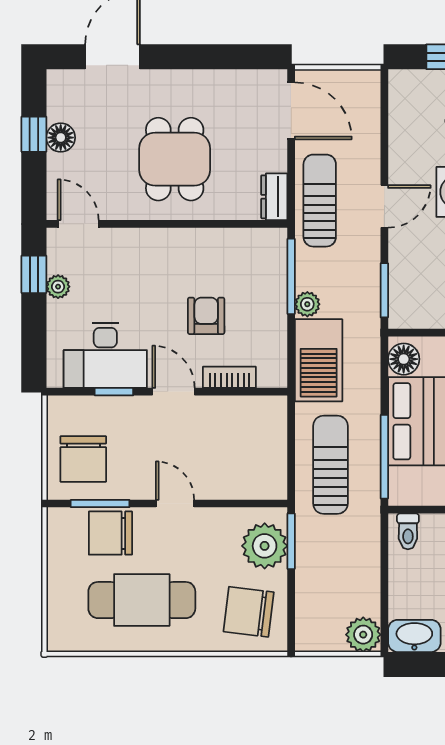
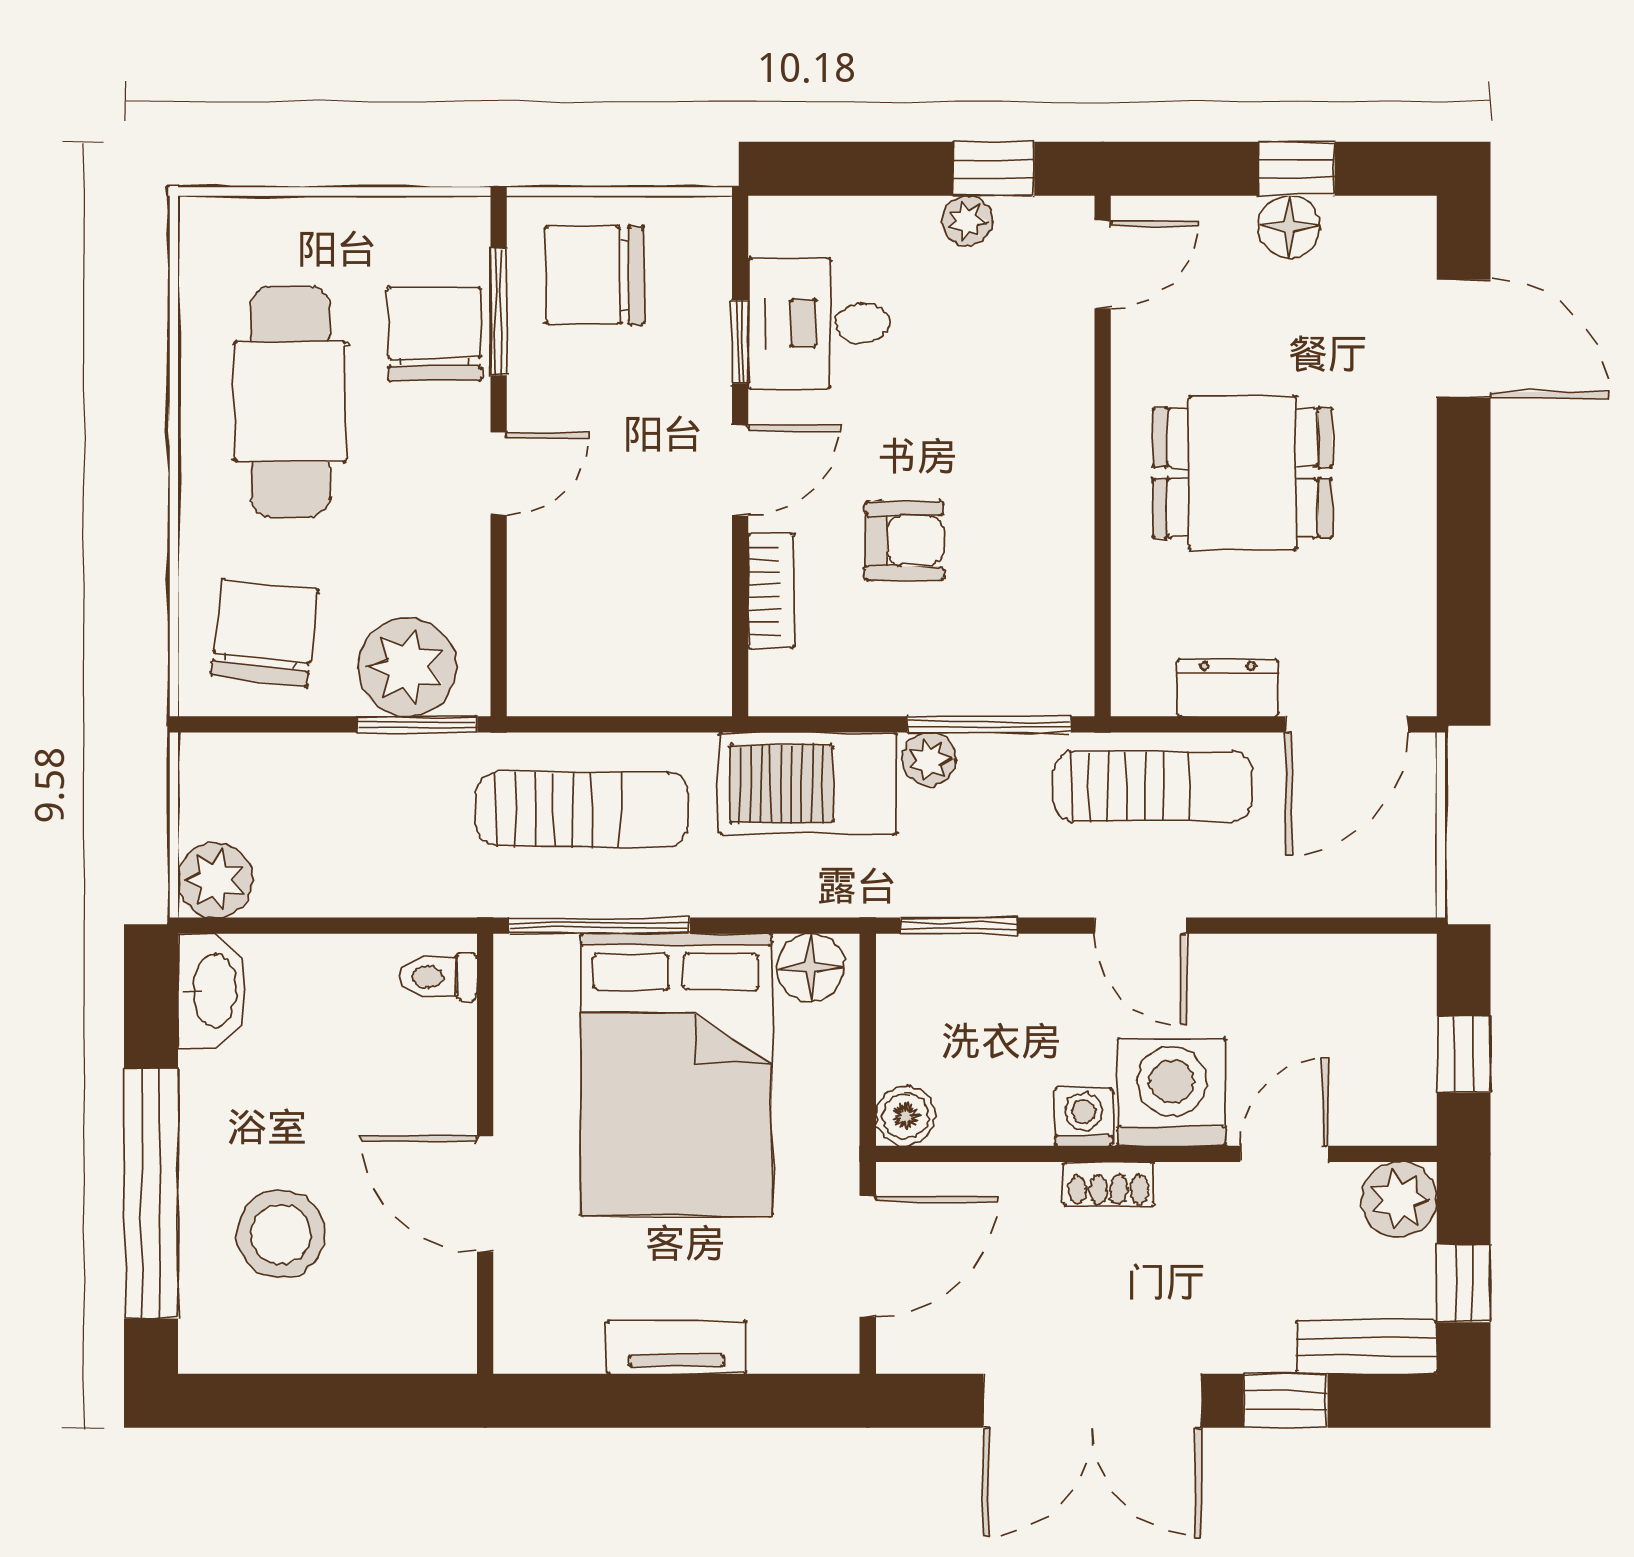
dresser: (274, 197) -> (1227, 688), moved
desk: (105, 355) -> (819, 323), width x0.73

